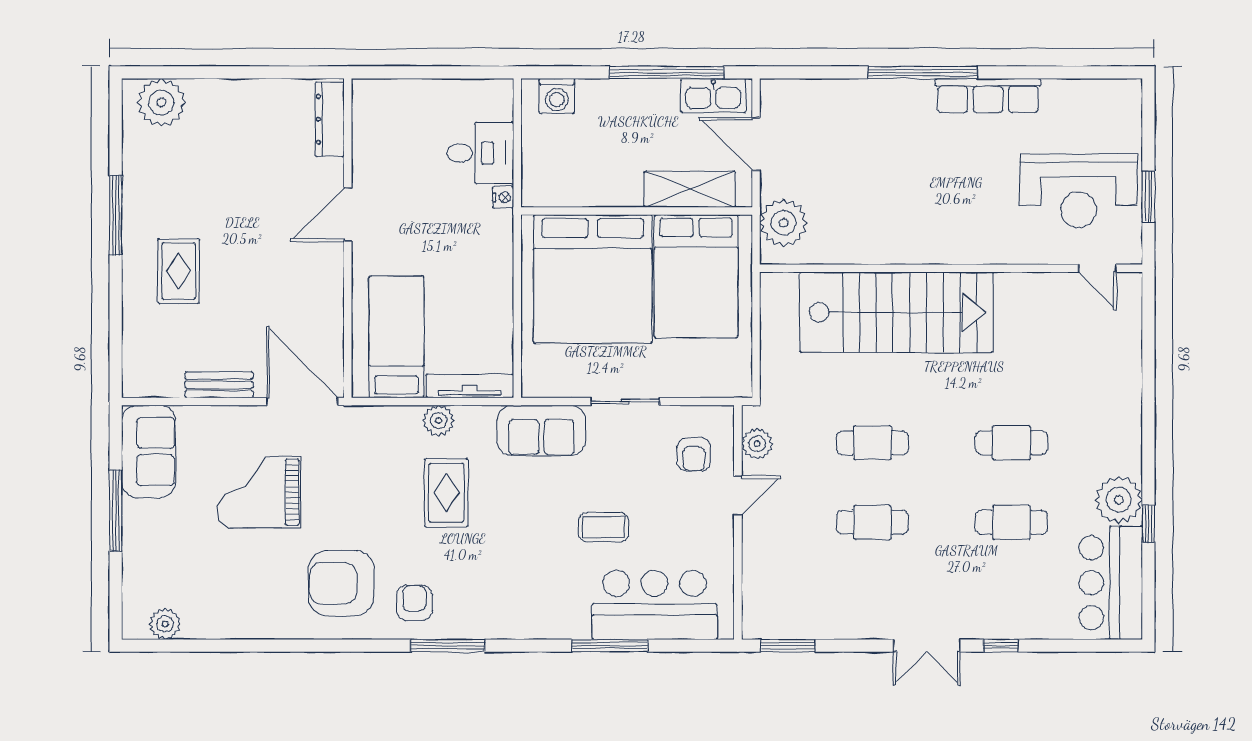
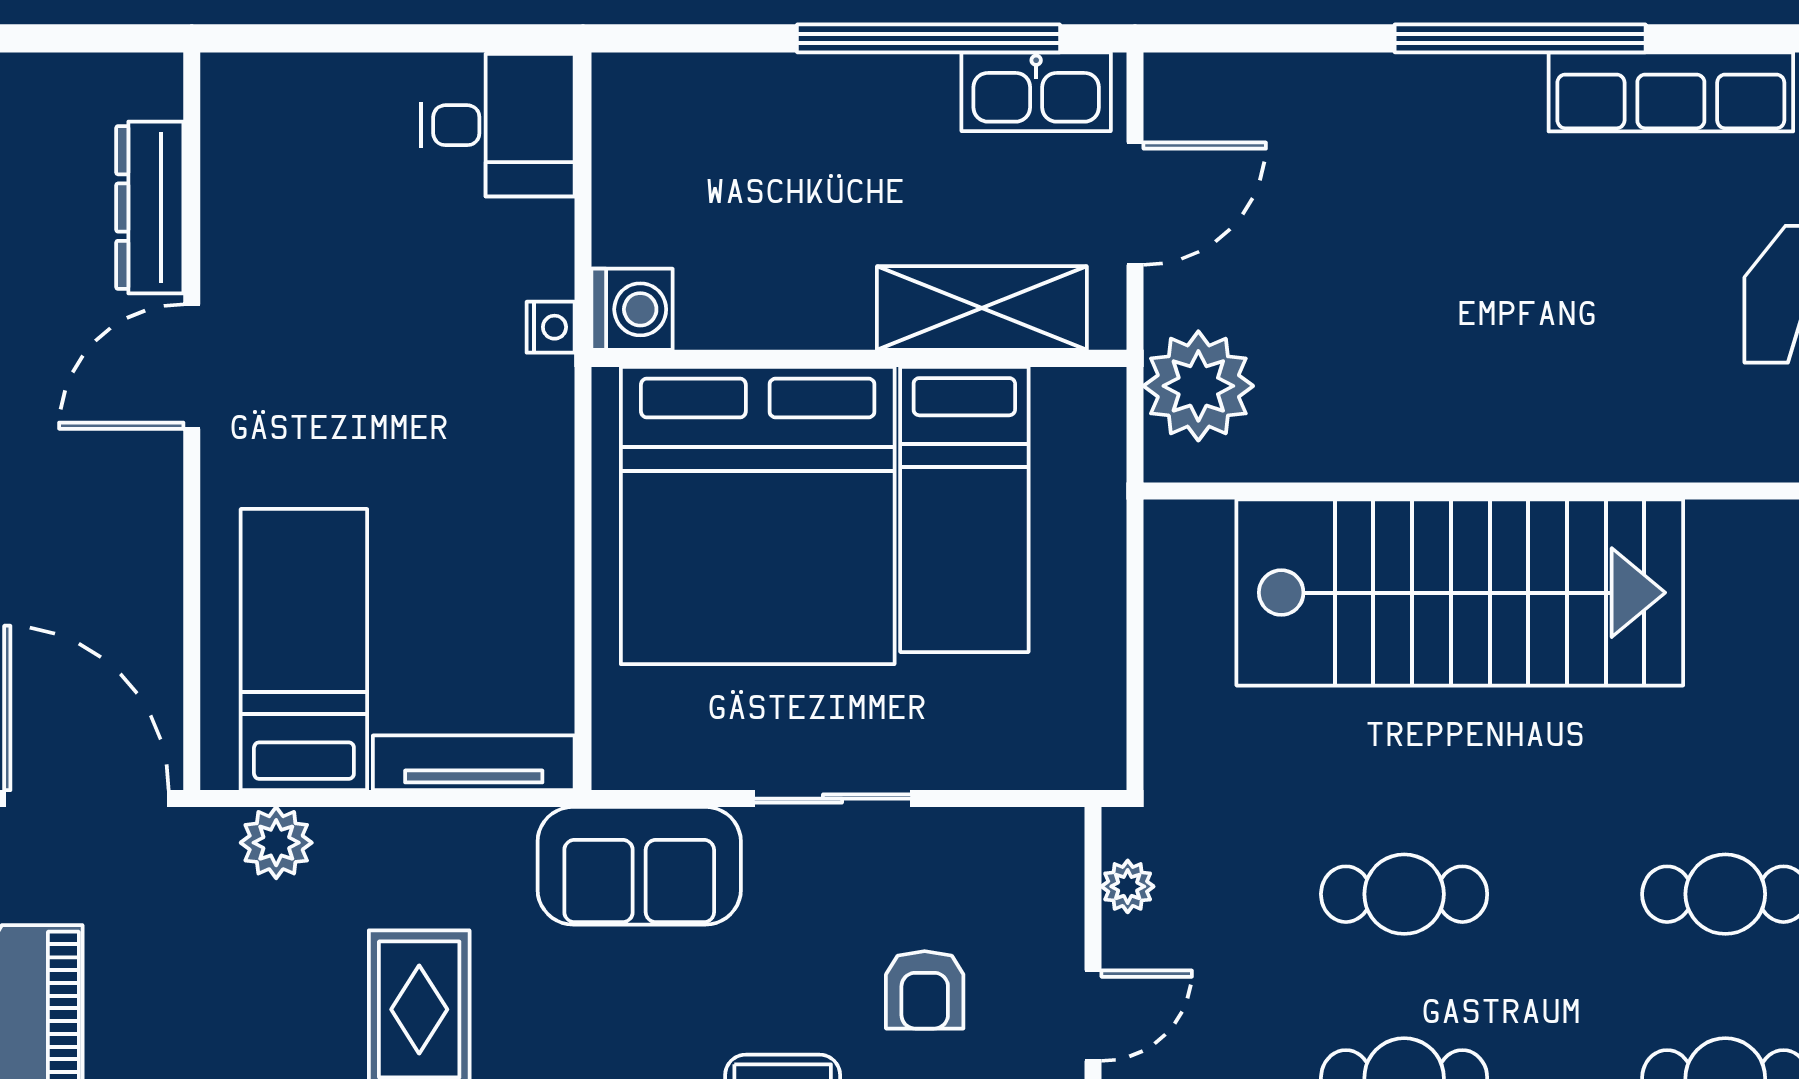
washing machine: (557, 96) -> (632, 309), moved, turned -90
dresser: (330, 119) -> (150, 208), moved
door: (756, 144) -> (1135, 204), swing flipped
desk: (480, 153) -> (498, 125), moved
bed: (696, 276) -> (964, 509), width x0.67
plant: (439, 420) -> (276, 843), moved
plant: (757, 444) -> (1128, 886), width x0.73, depth x0.73
armchair: (694, 454) -> (925, 990), moved

